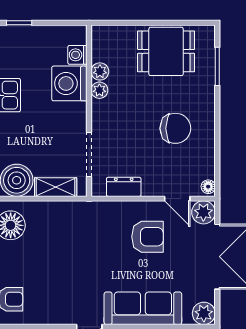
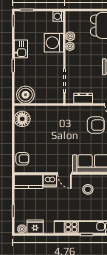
washing machine: (77, 55) -> (58, 16), moved
shelving: (56, 187) -> (46, 98), removed

